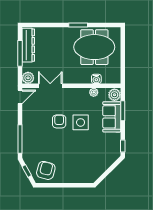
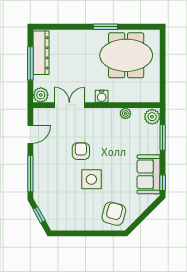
water cooler: (96, 79) -> (102, 96), moved
door: (20, 97) -> (30, 134), moved
sofa: (112, 117) -> (149, 174), moved
side table: (81, 122) -> (91, 179), moved
armchair: (46, 170) -> (114, 214), moved

